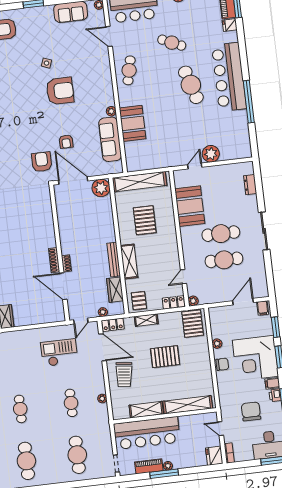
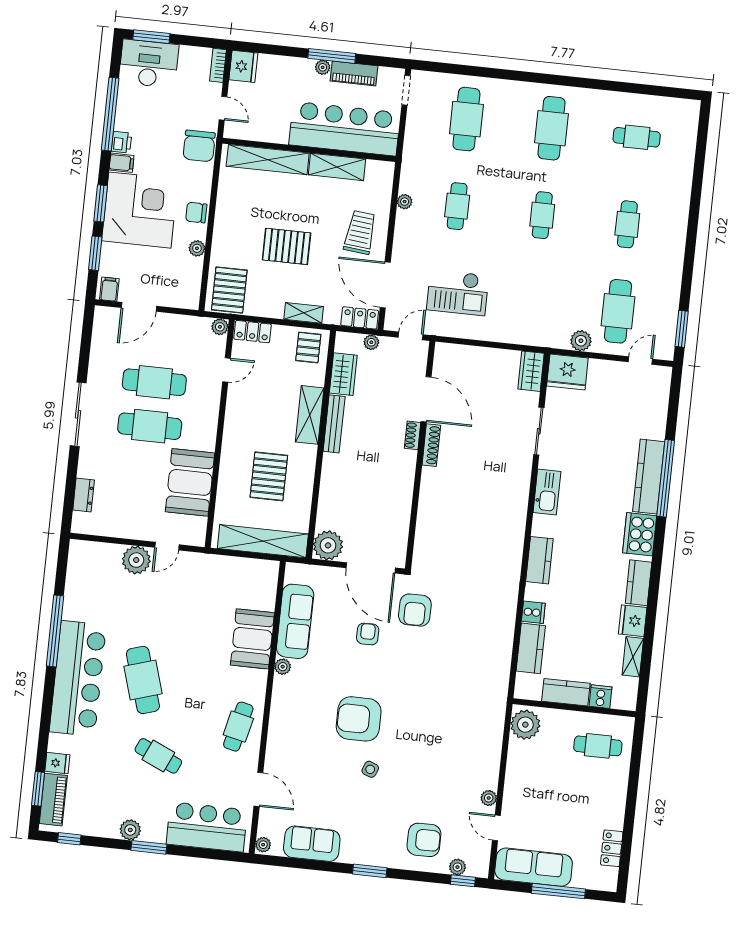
chair: (251, 411) -> (199, 146), moved

